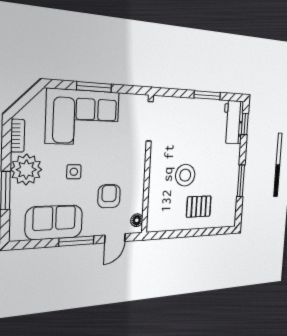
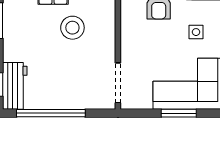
window: (207, 95) -> (51, 113), width x2.11

